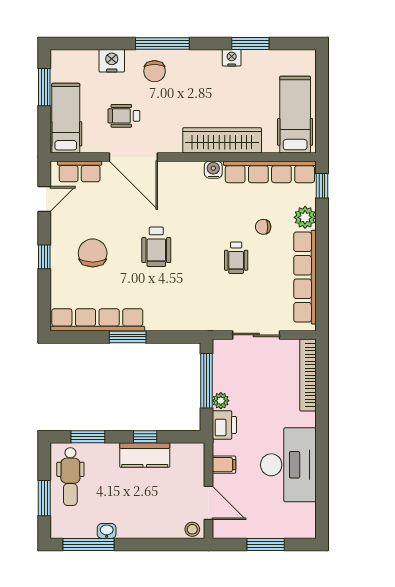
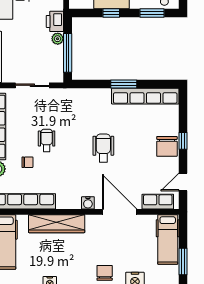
wheelchair: (124, 116) -> (126, 241), removed
water cooler: (213, 170) -> (88, 203), moved
chair: (93, 253) -> (167, 146), moved

